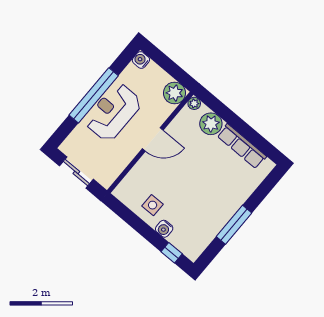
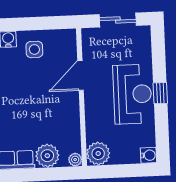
window: (94, 95) -> (160, 93), width x0.32
door: (153, 139) -> (81, 75), moved

